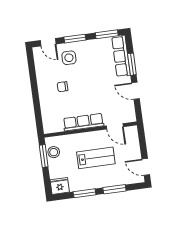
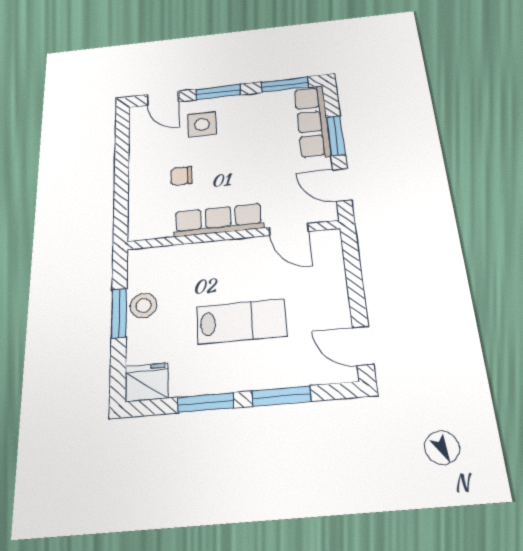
row of seats: (83, 122) -> (218, 220), moved
door: (115, 126) -> (289, 229), moved
wall: (90, 130) -> (233, 235), moved

